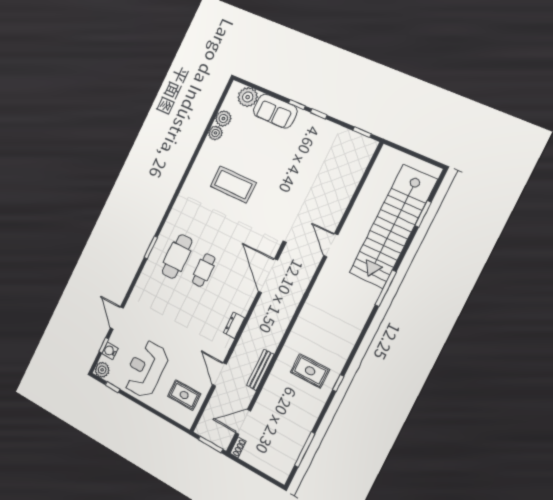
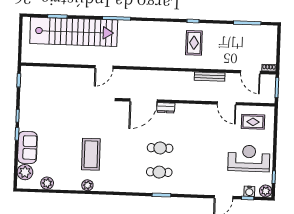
plant: (215, 133) -> (87, 185), moved
cafe table: (177, 257) -> (159, 172), width x0.73, depth x0.74
dresser: (234, 325) -> (166, 108), moved
reception desk: (146, 369) -> (249, 158), turned 180
door: (219, 374) -> (227, 103), hinge flipped
rug: (184, 395) -> (253, 122), turned 90

